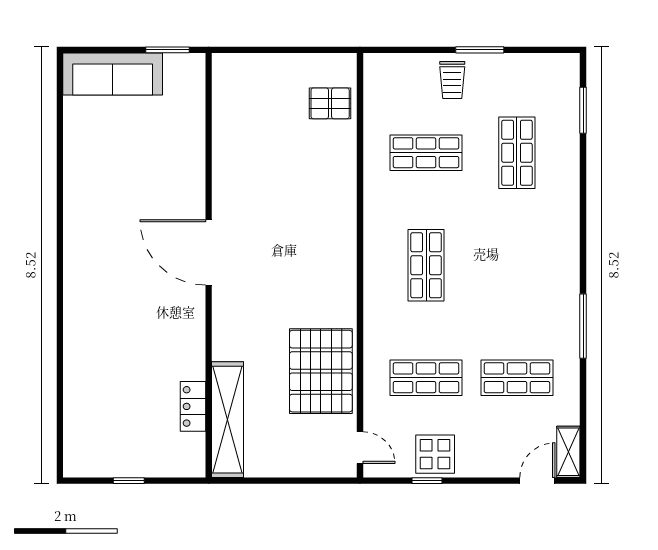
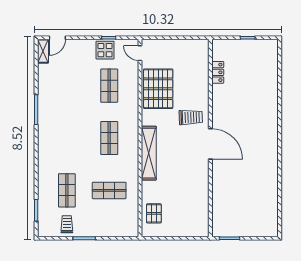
sofa: (113, 74) -> (255, 227), removed
trolley: (452, 80) -> (67, 224), moved
pallet: (330, 103) -> (154, 213), turned 90
trolley: (251, 310) -> (191, 117), added
shop shelf: (426, 378) -> (109, 86), turned 90
shop shelf: (517, 378) -> (67, 86), removed
shelving: (228, 420) -> (149, 153), moved

